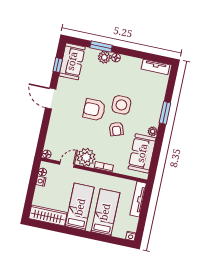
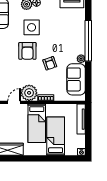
side table: (121, 105) -> (32, 27), moved
armchair: (94, 110) -> (27, 51), turned -90
window: (165, 113) -> (88, 41), width x2.11
bed: (80, 207) -> (37, 123), moved, turned 180

